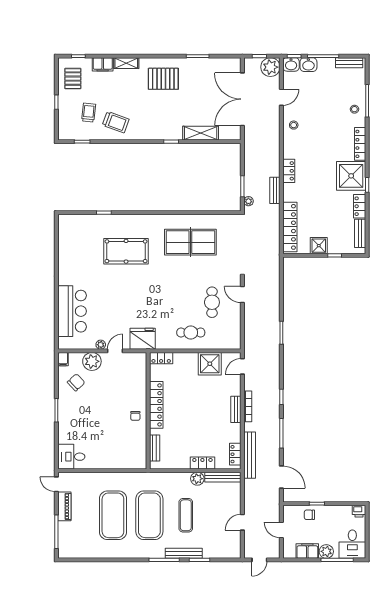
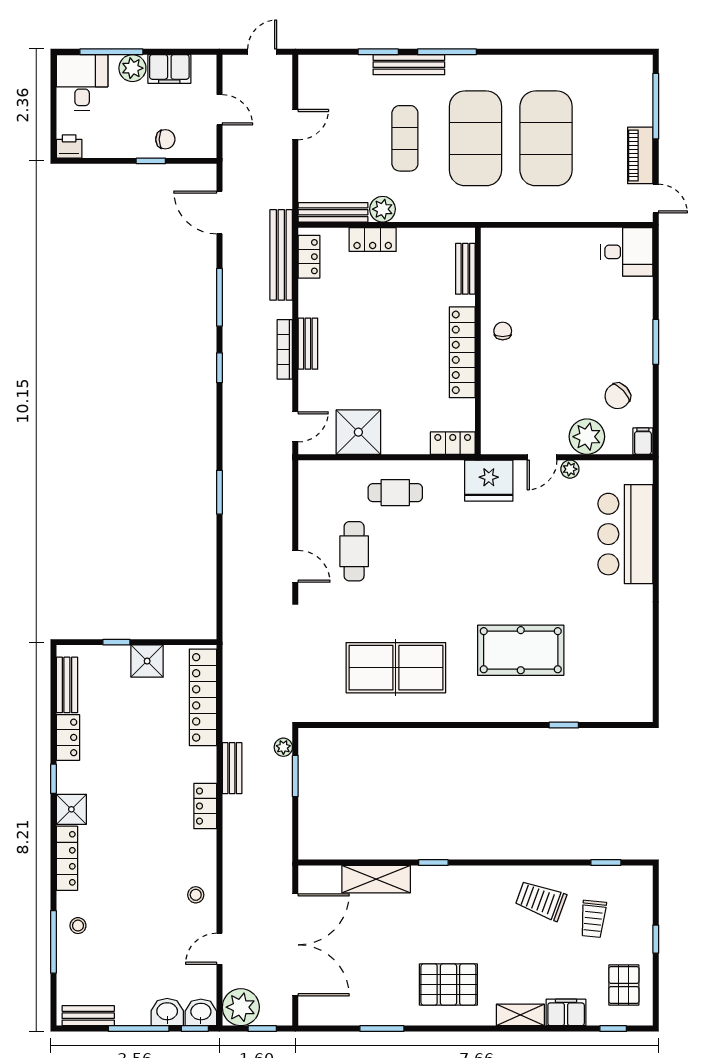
shower: (351, 176) -> (71, 809), width x0.54, depth x0.54

